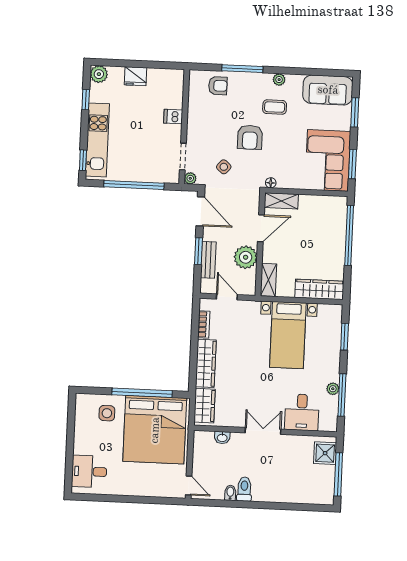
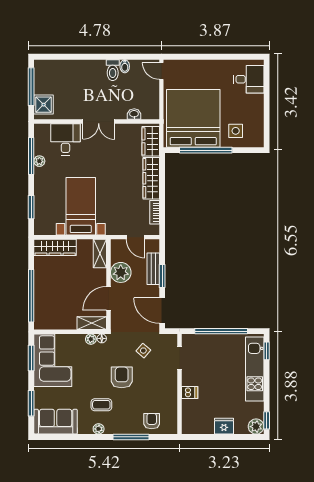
armchair: (218, 86) -> (152, 421), turned 90
window: (86, 100) -> (267, 420), moved
plant: (190, 178) -> (91, 339), moved

